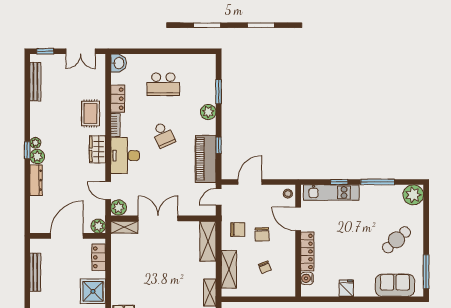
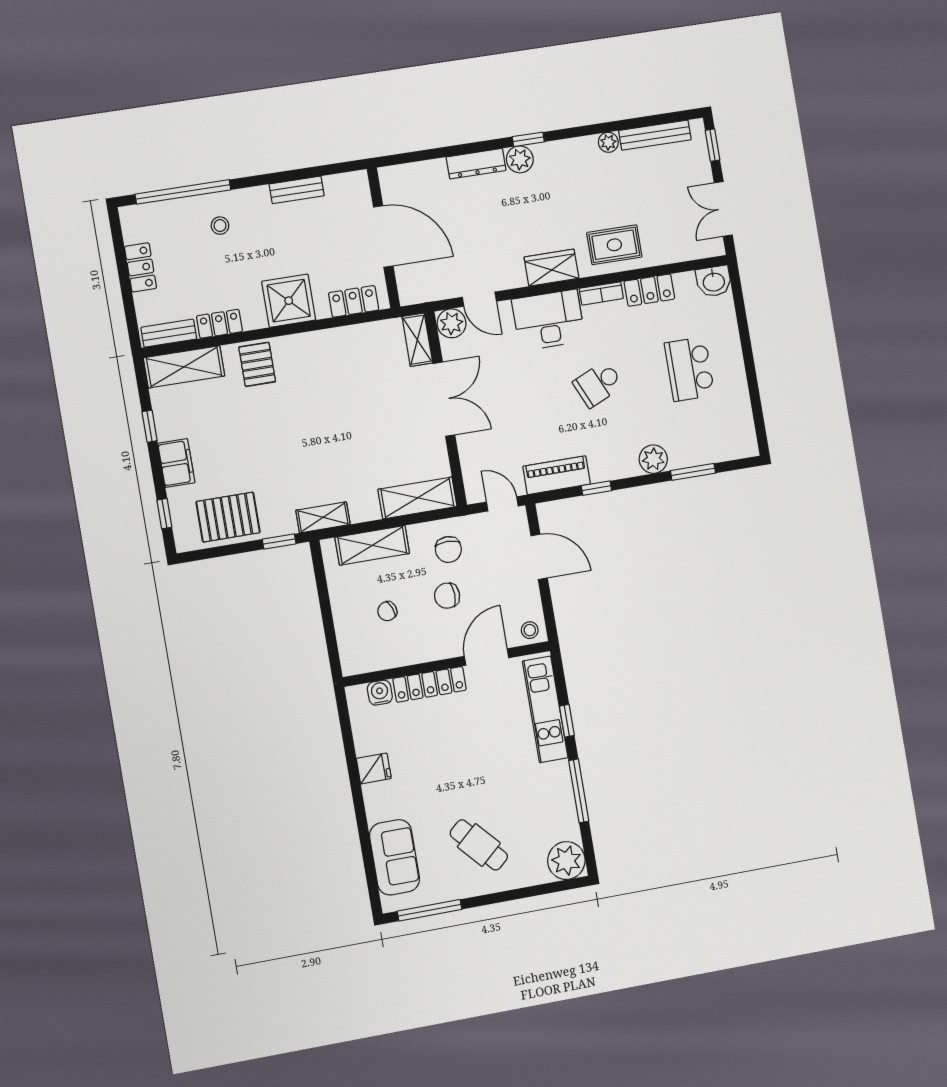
plant: (35, 143) -> (608, 142), moved
piano: (206, 159) -> (557, 475), width x0.73, depth x0.75
door: (108, 191) -> (479, 299), swing flipped
plant: (98, 226) -> (411, 291), removed
bench: (35, 272) -> (297, 190), width x0.73

